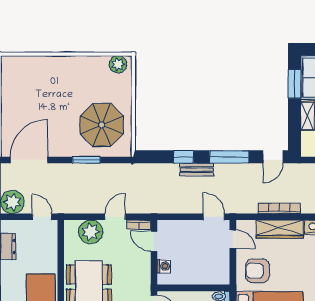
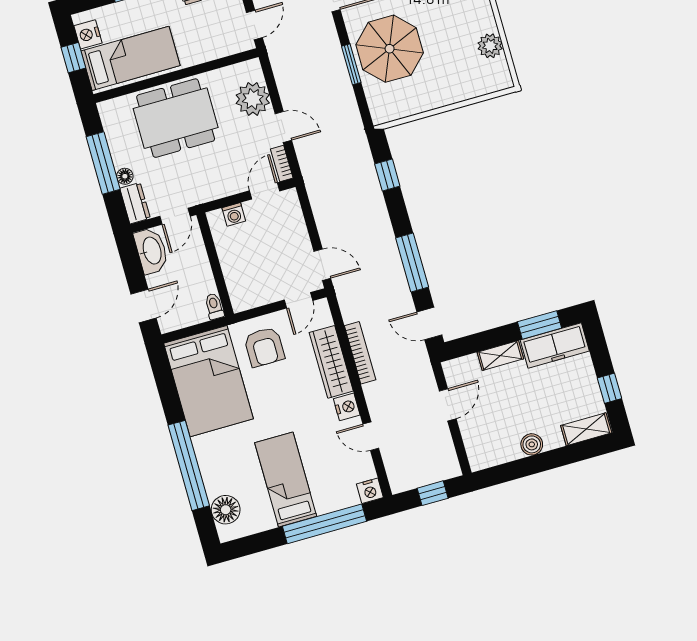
plant: (118, 64) -> (490, 46), moved
parasol: (102, 125) -> (390, 49), moved
window: (184, 157) -> (387, 175), moved
bench: (197, 170) -> (382, 222), removed
door: (214, 217) -> (322, 265), hinge flipped
armchair: (257, 271) -> (264, 347), turned 180

